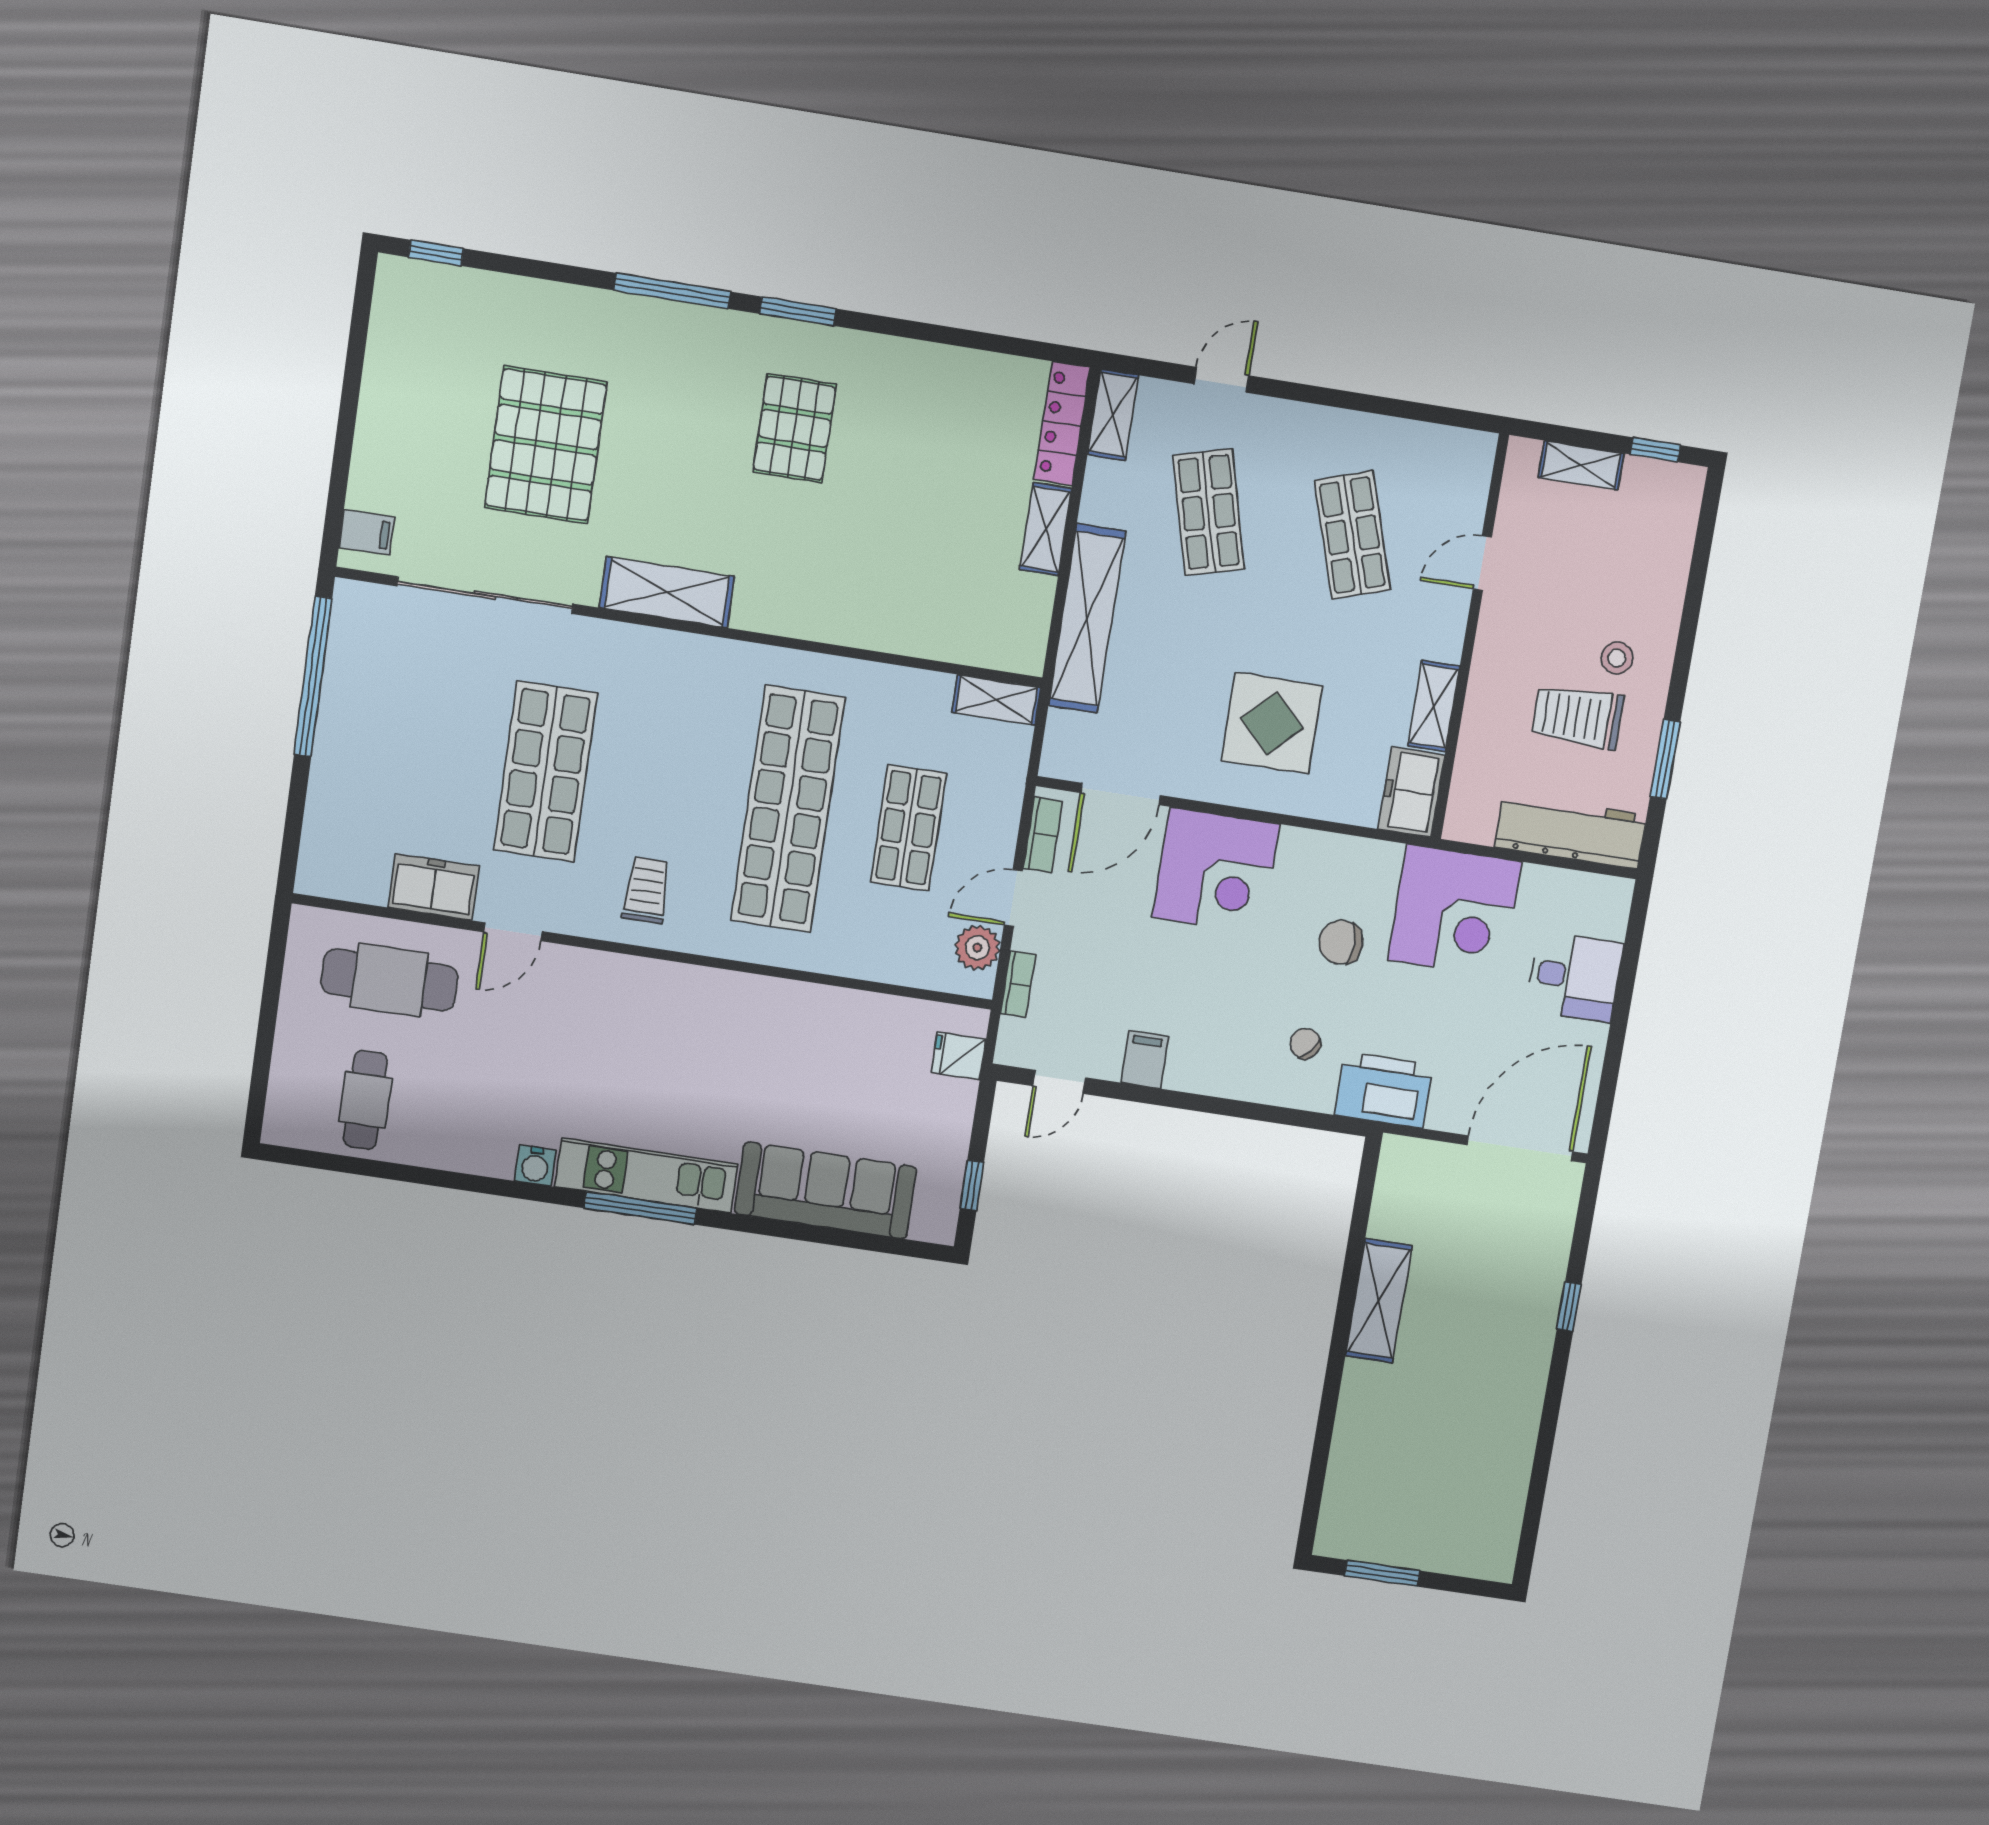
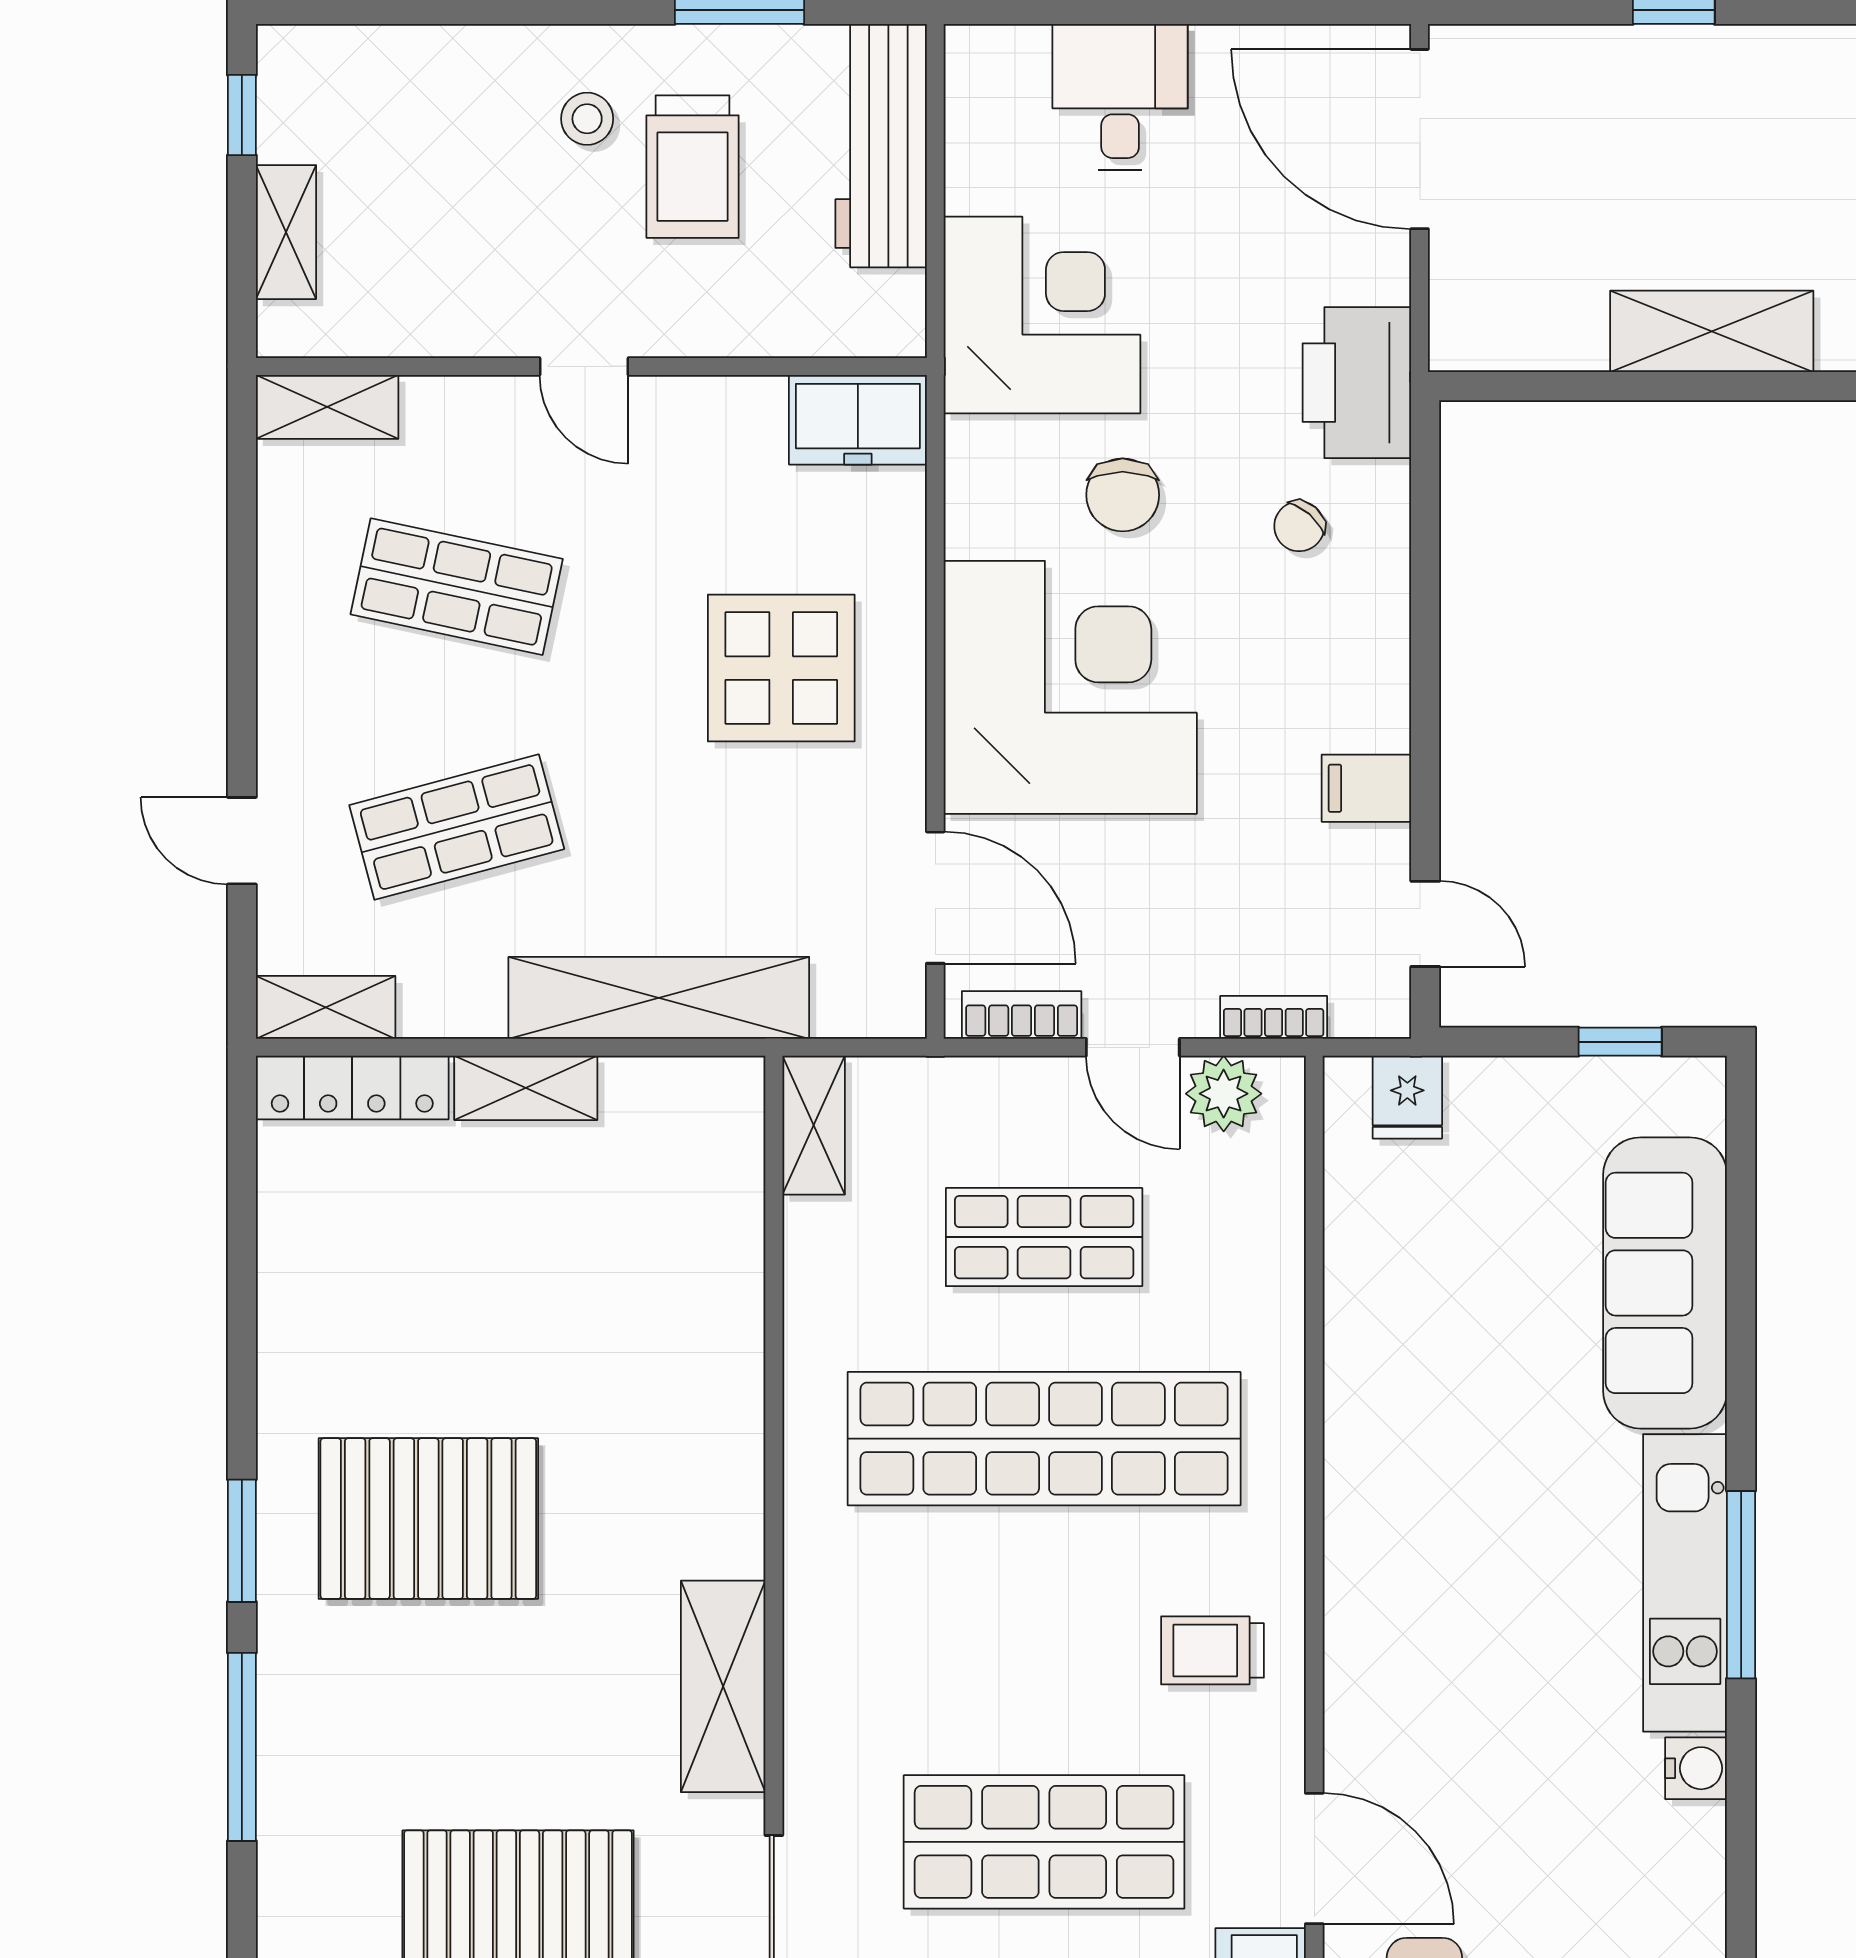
pallet: (795, 428) -> (428, 1519), width x1.37, depth x1.41
shop shelf: (1352, 535) -> (457, 587), turned 30
door: (1482, 563) -> (584, 366), moved
shelving: (1434, 706) -> (327, 407), moved
corner desk: (1216, 871) -> (1070, 687), width x1.36, depth x1.36
door: (513, 932) -> (1314, 1859), width x1.38

